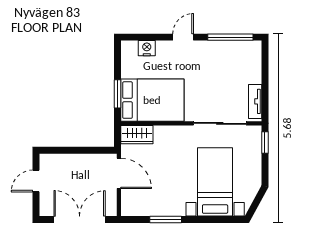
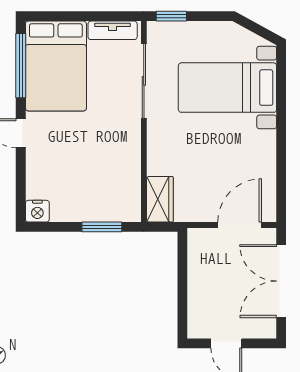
nightstand: (147, 48) -> (37, 211), moved, turned -90
bed: (152, 100) -> (56, 66), moved, turned 180
door: (119, 173) -> (240, 225), moved
window: (166, 219) -> (281, 158), removed

